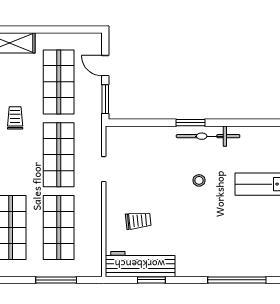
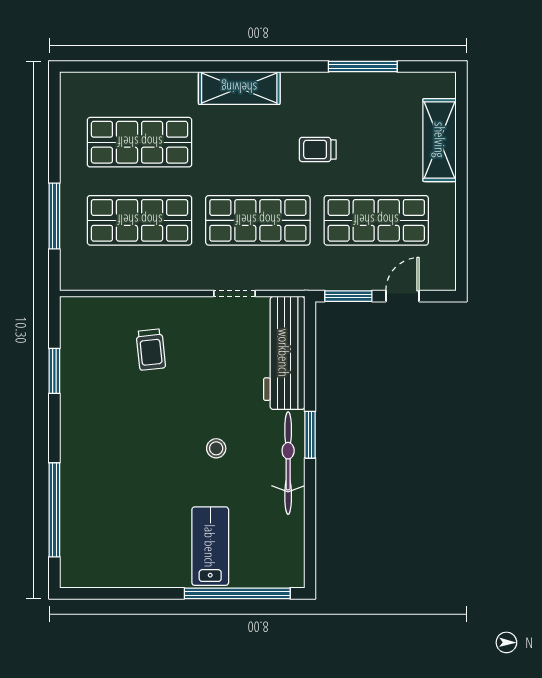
trolley: (15, 118) -> (318, 149), turned 180
workbench: (140, 264) -> (284, 353), moved, turned 180

